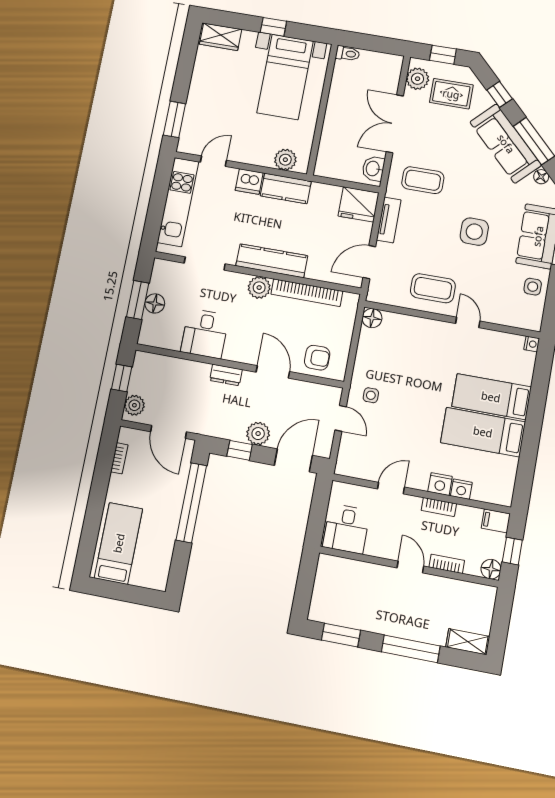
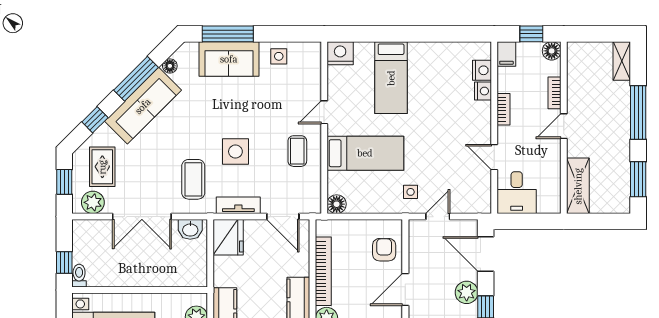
window: (363, 42) -> (64, 262), added
side table: (474, 232) -> (235, 152), moved
coffee table: (433, 288) -> (297, 151), width x0.73, depth x0.77
nightstand: (532, 344) -> (340, 53), width x1.89, depth x1.79
bed: (483, 432) -> (365, 153), moved, turned -90
nightstand: (440, 484) -> (482, 70), moved
desk: (346, 529) -> (517, 193), moved, turned 90
shelving: (346, 570) -> (578, 186), added

